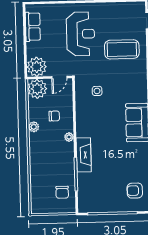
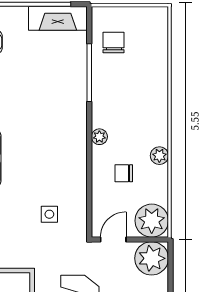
fireplace: (84, 155) -> (58, 18), moved, turned -90

